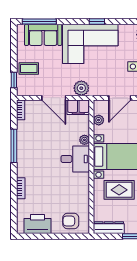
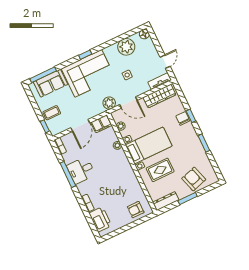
plant: (81, 88) -> (109, 103), moved
door: (54, 98) -> (80, 125), hinge flipped
door: (120, 98) -> (128, 102), hinge flipped
desk: (75, 159) -> (81, 170), moved, turned 180
printer: (37, 224) -> (100, 219), moved, turned 90

